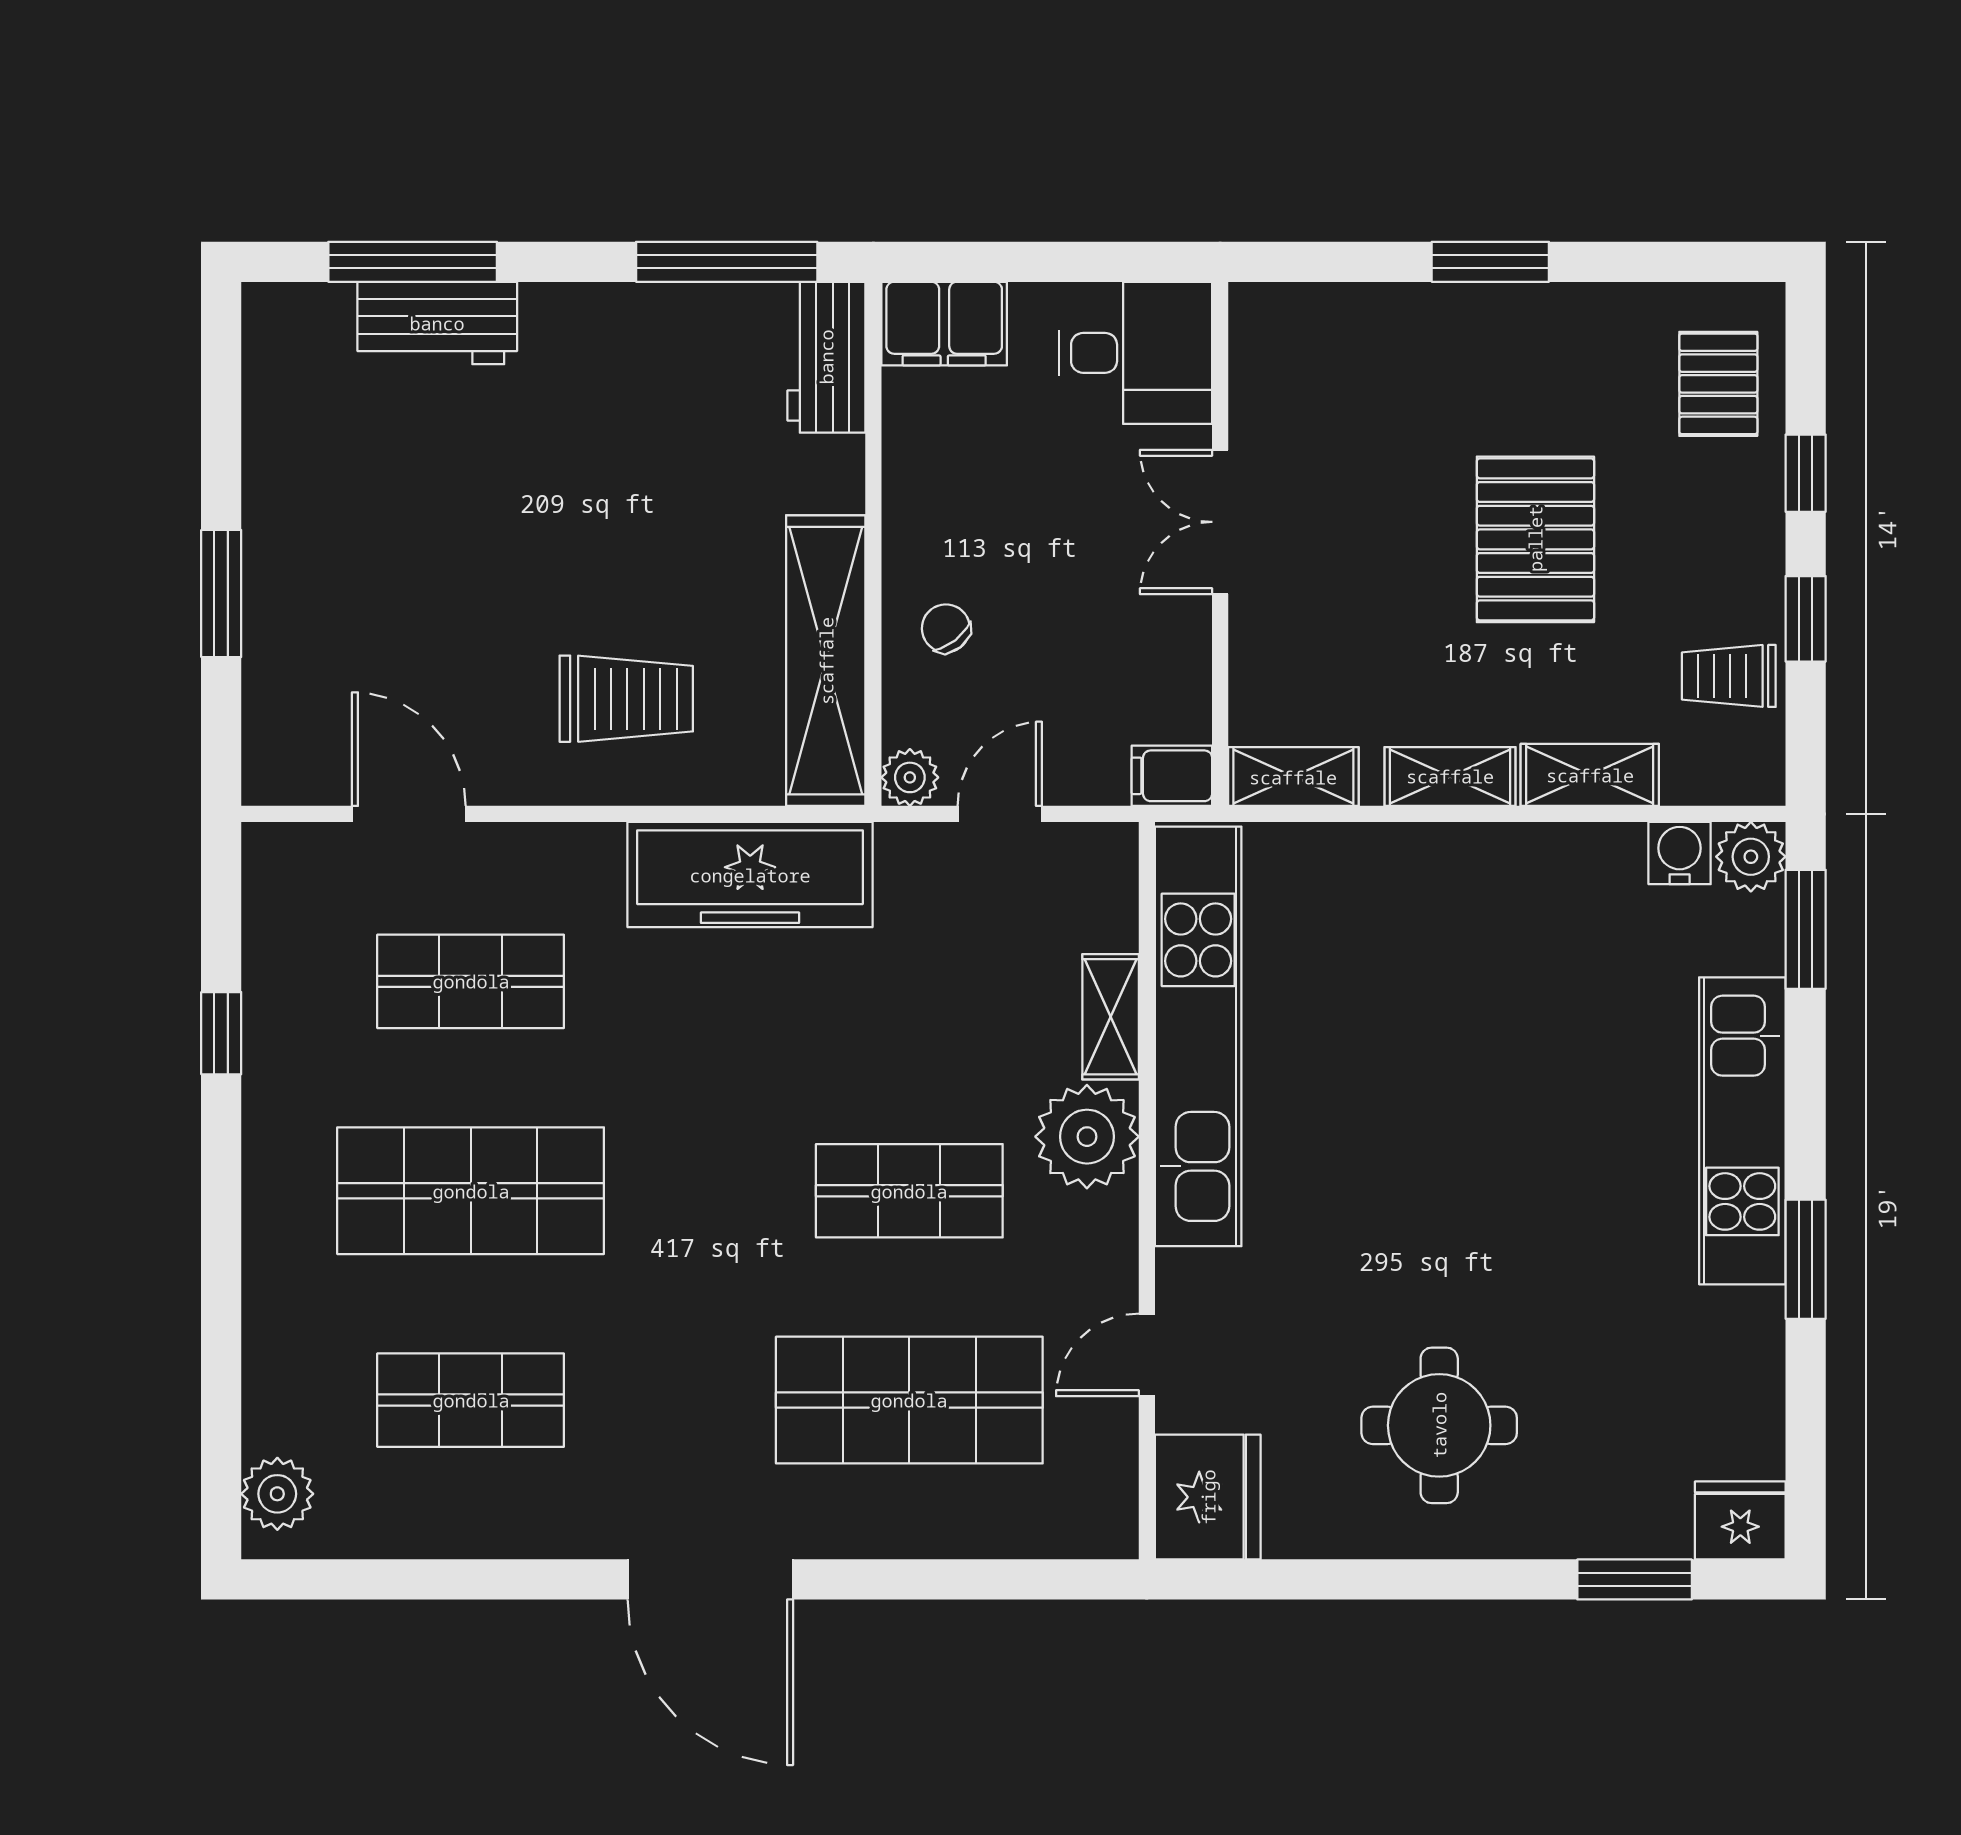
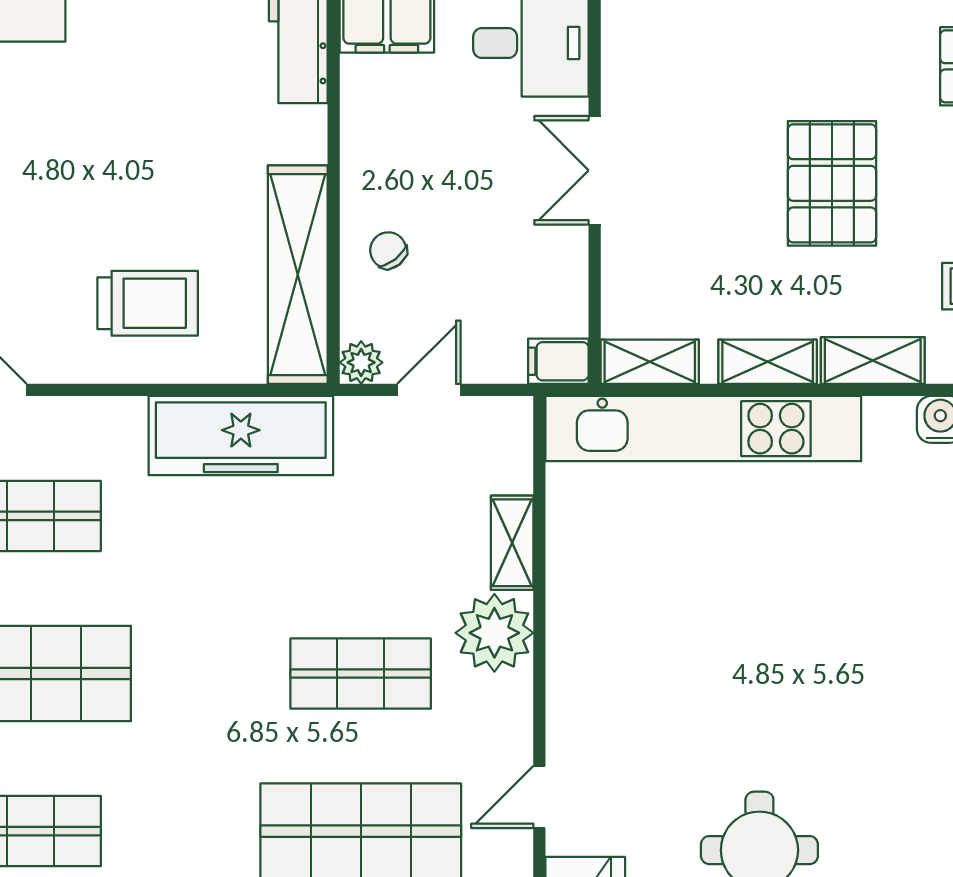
kitchen unit: (1198, 1036) -> (703, 429), moved, turned 90

